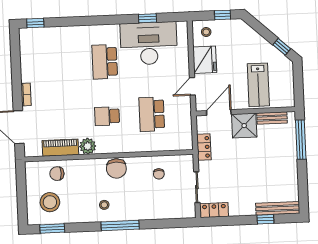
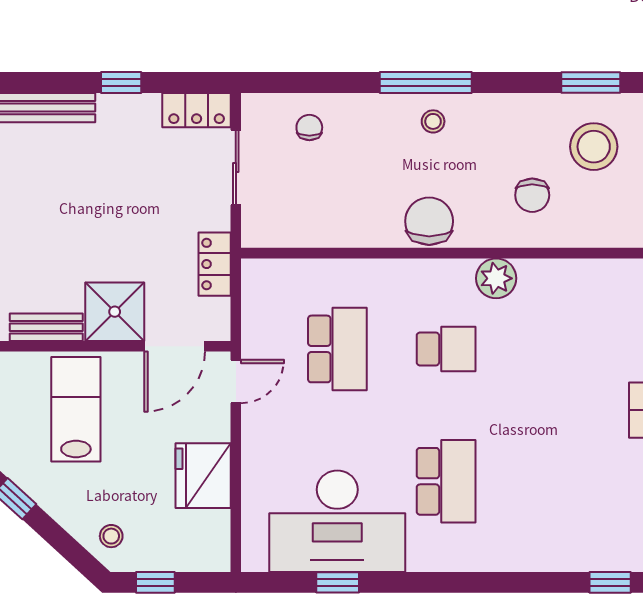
stool: (206, 32) -> (111, 536), moved
door: (192, 86) -> (236, 382), moved
piano: (60, 148) -> (563, 278), removed
chair: (57, 174) -> (532, 195), moved, turned 90
chair: (159, 174) -> (309, 127), moved
stool: (104, 205) -> (433, 121), moved
window: (265, 219) -> (121, 82), moved

